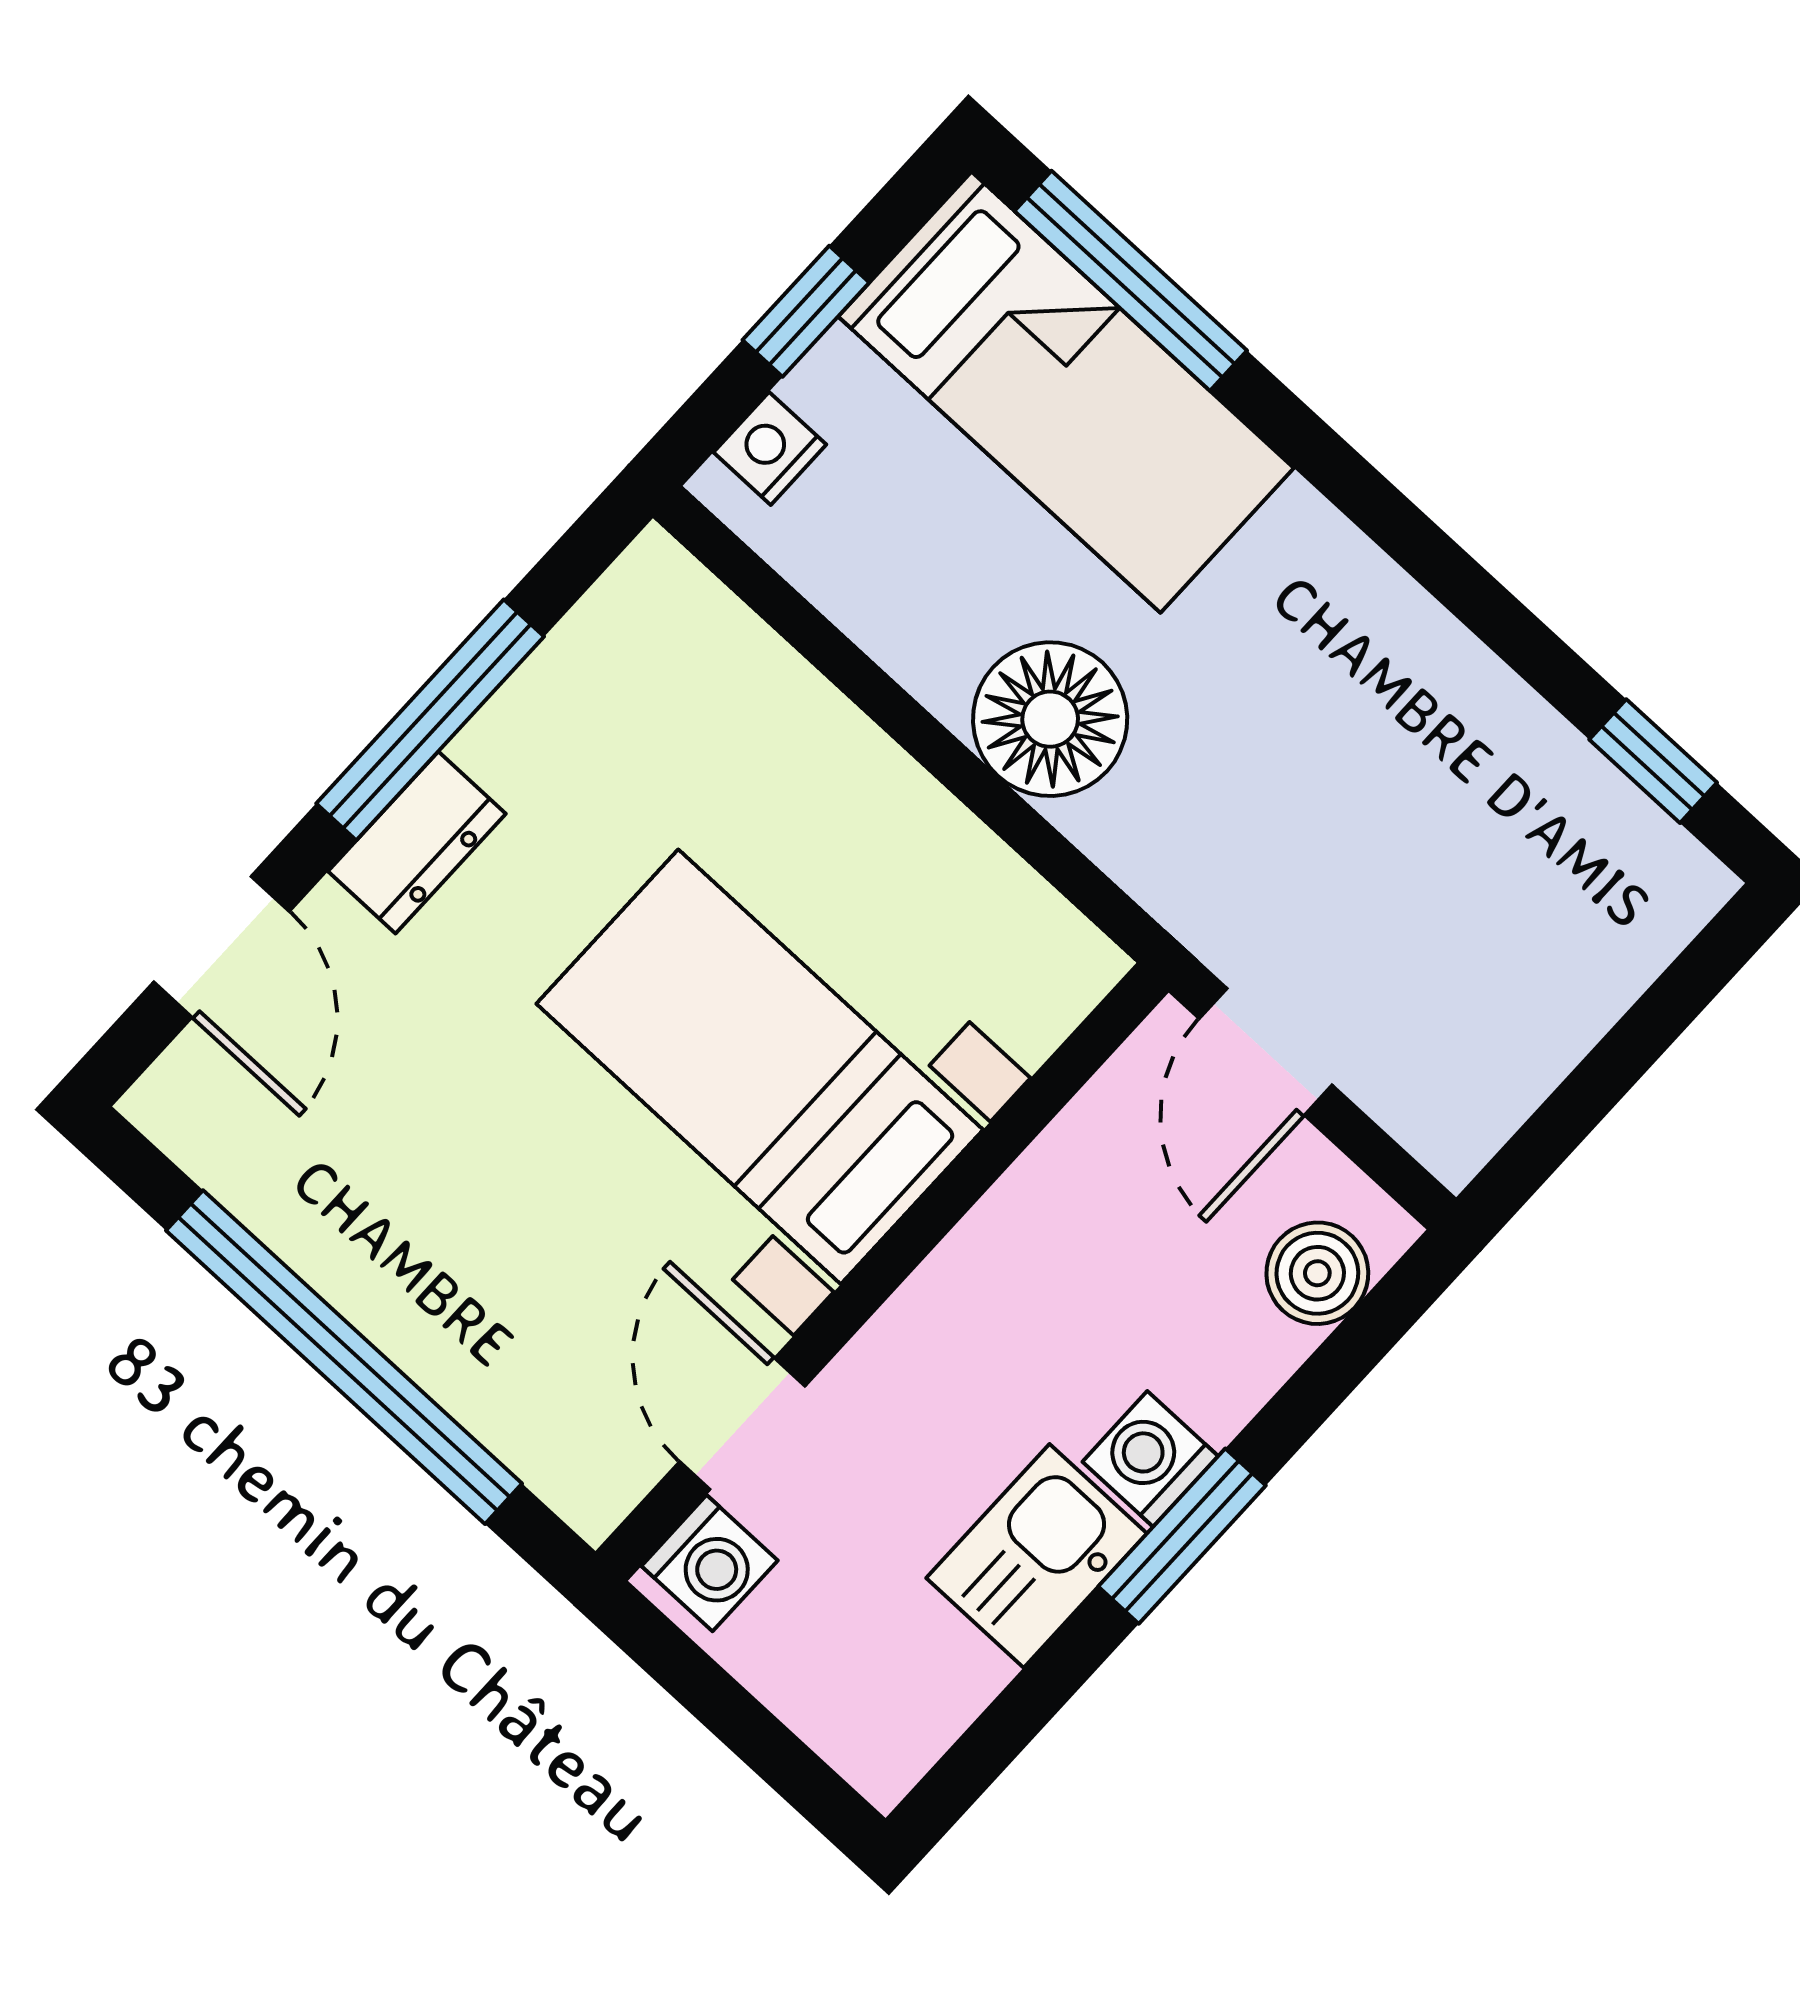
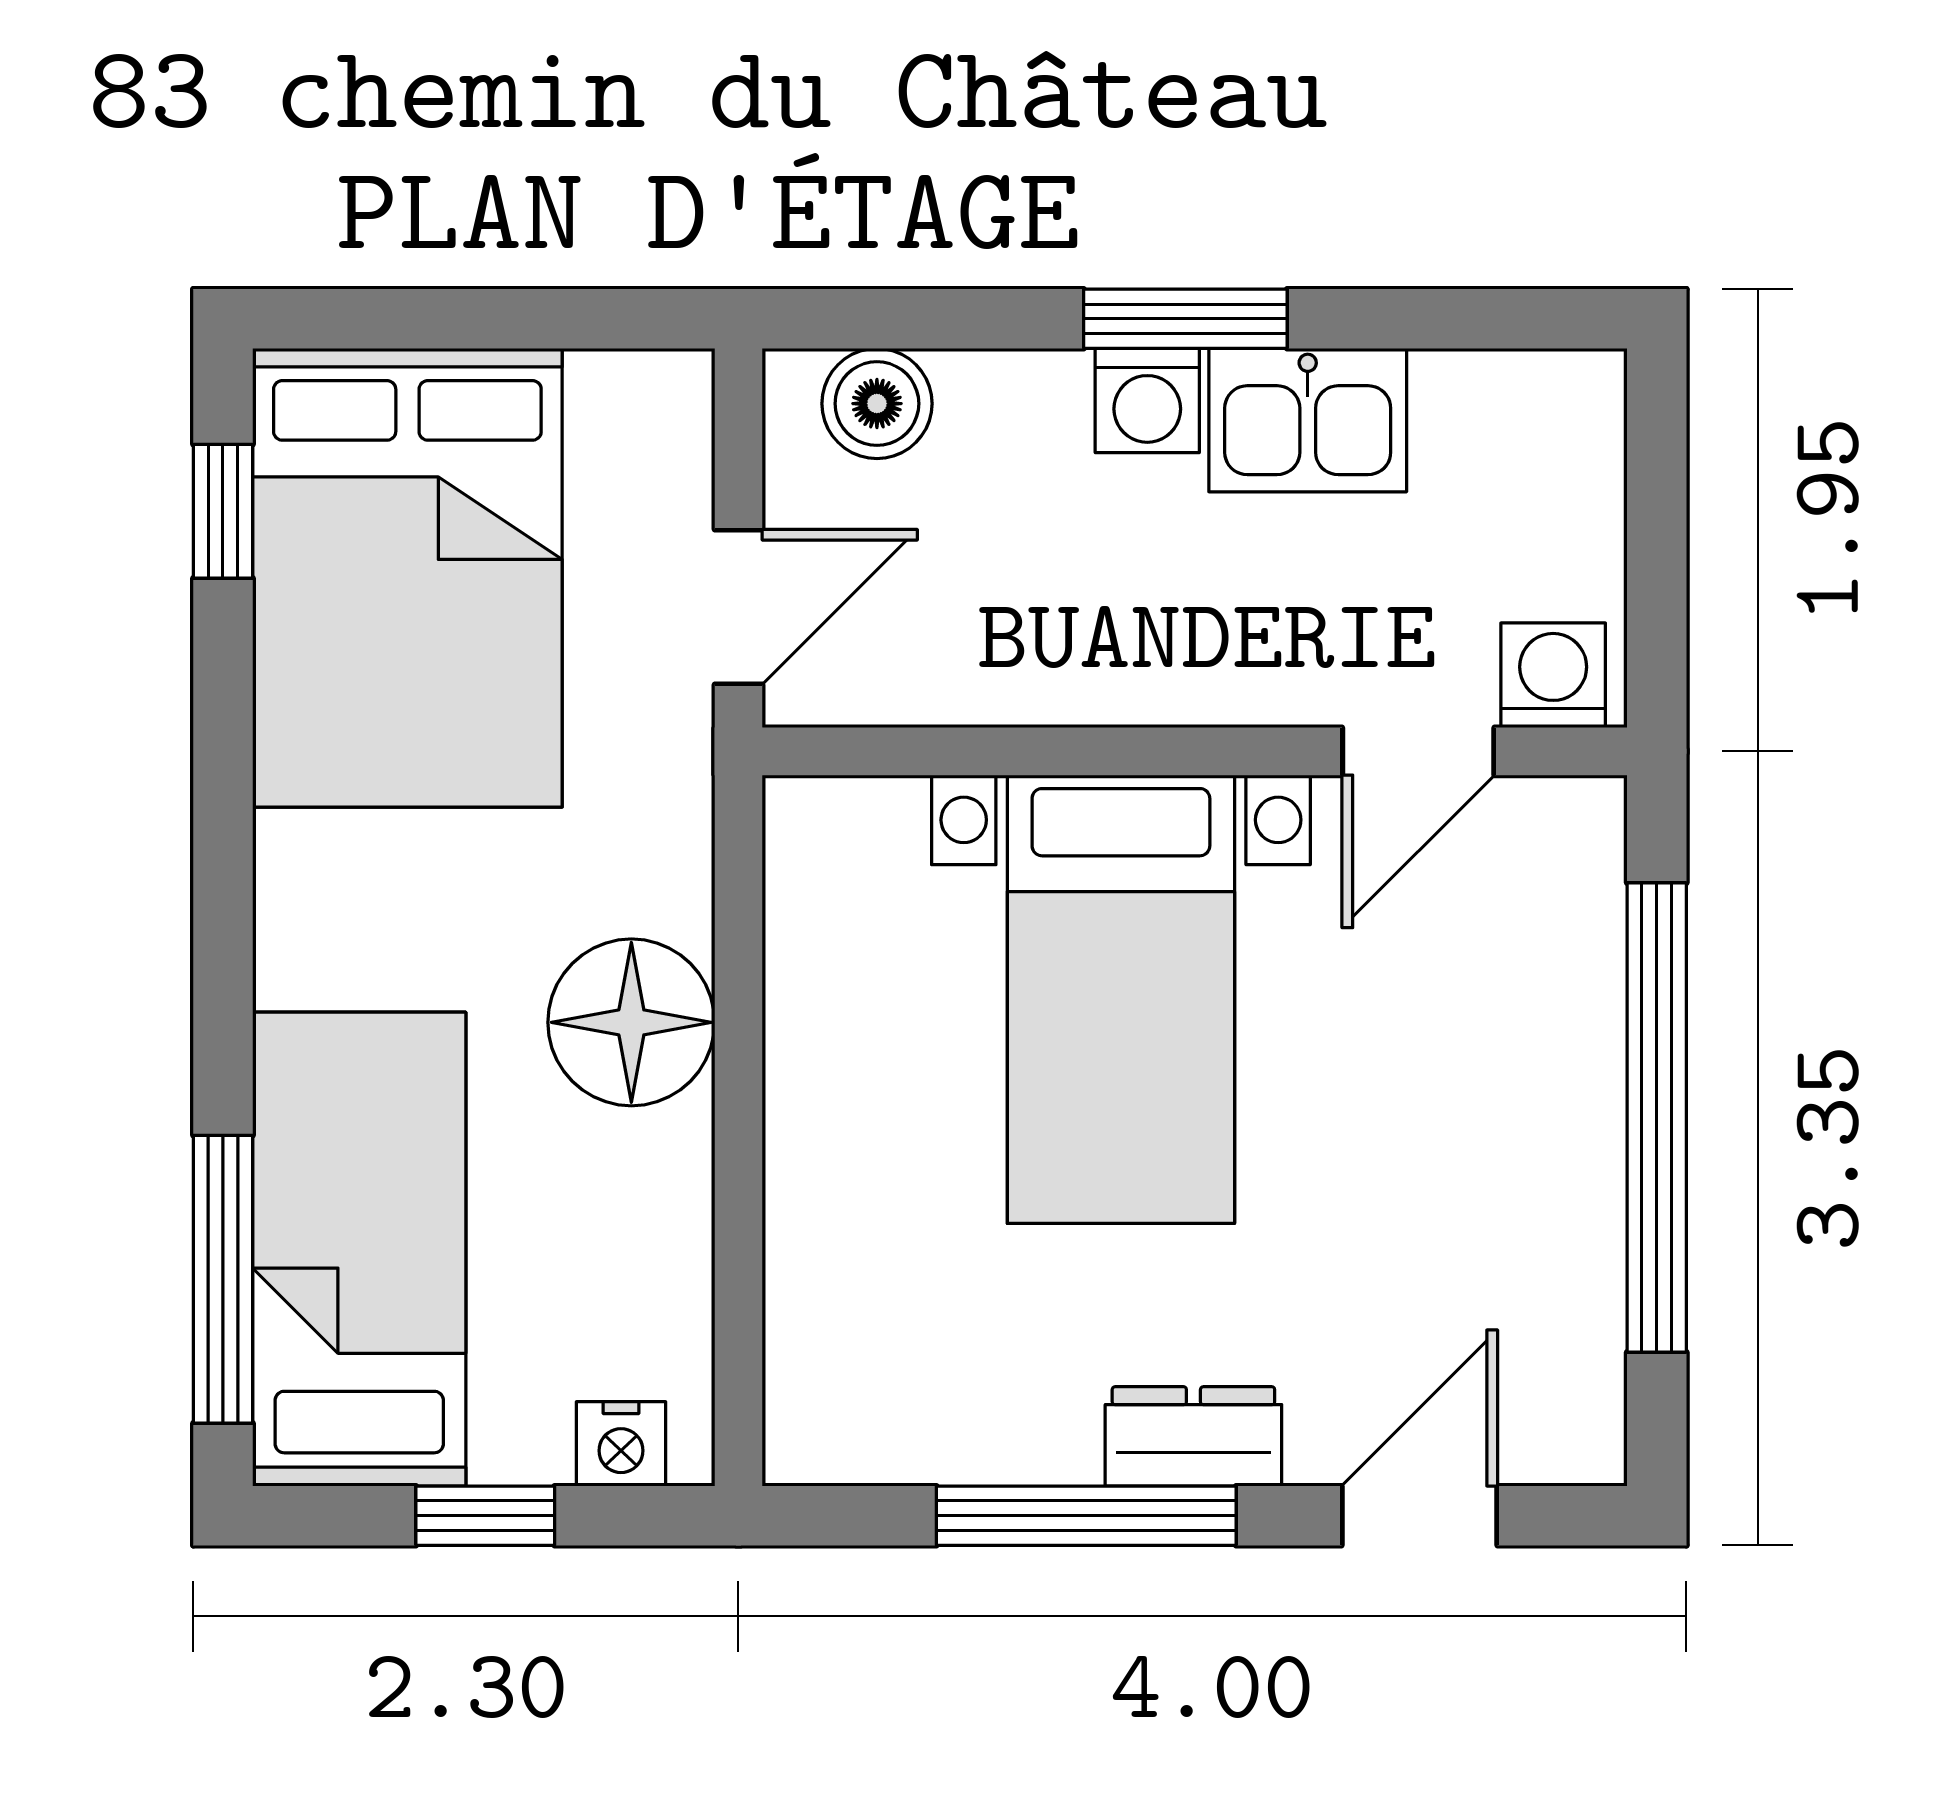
bed: (1493, 845) -> (407, 578), added

